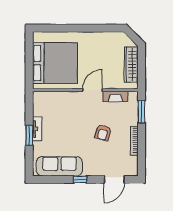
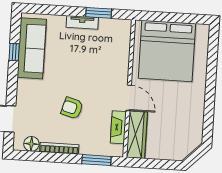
wardrobe: (131, 65) -> (137, 135), moved, turned 90
window: (29, 135) -> (99, 13), moved
floor lamp: (132, 162) -> (31, 144), added
window: (80, 179) -> (14, 52), moved

